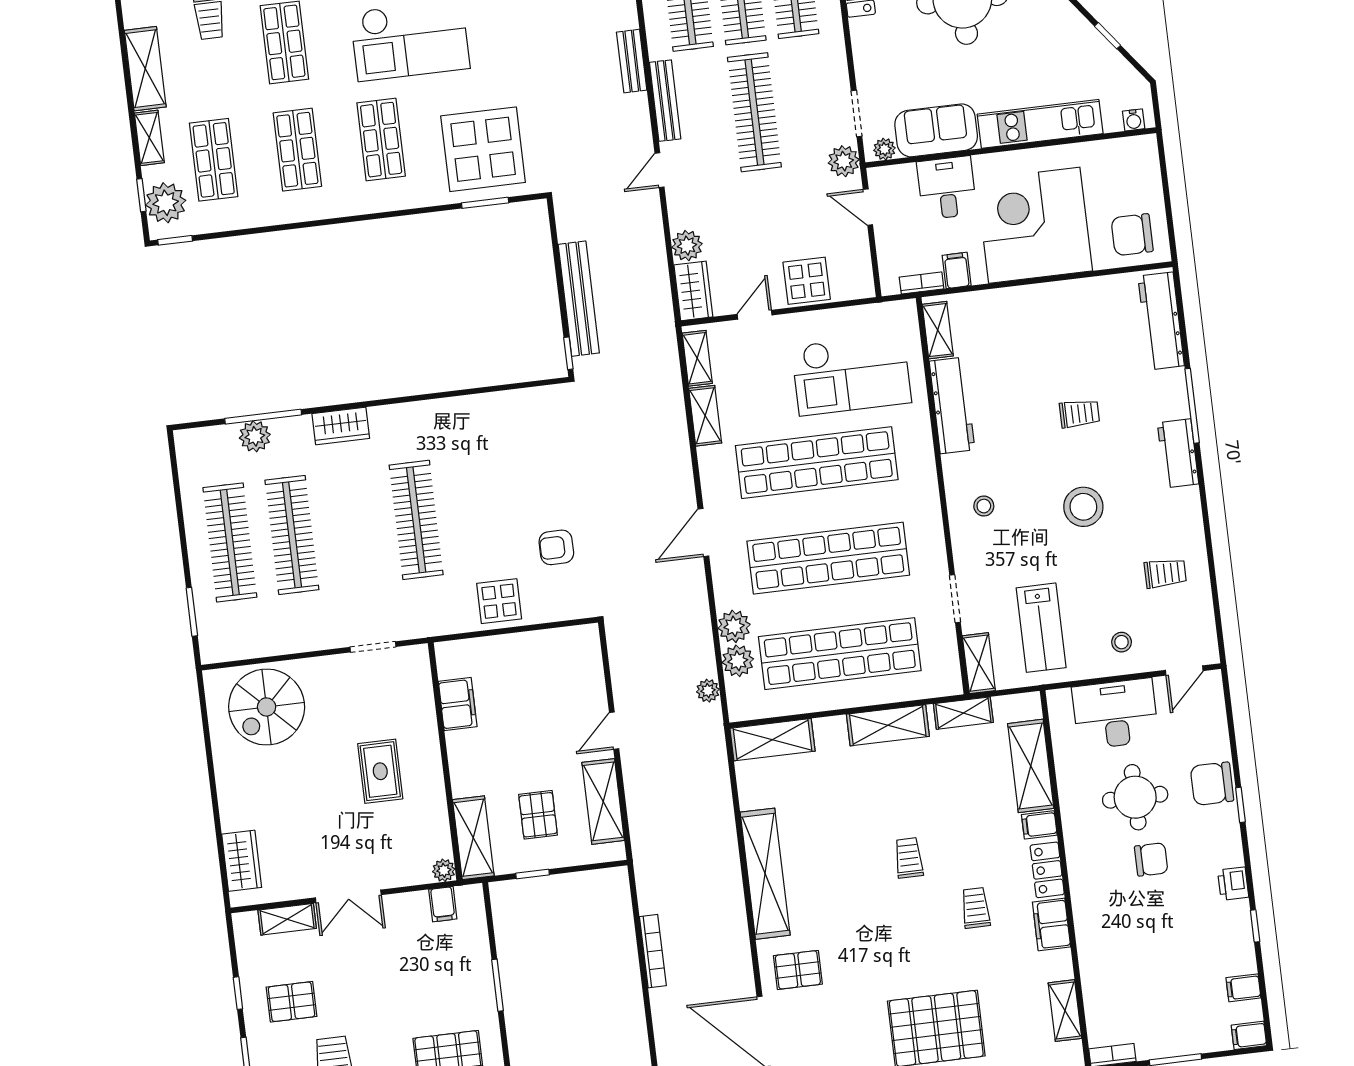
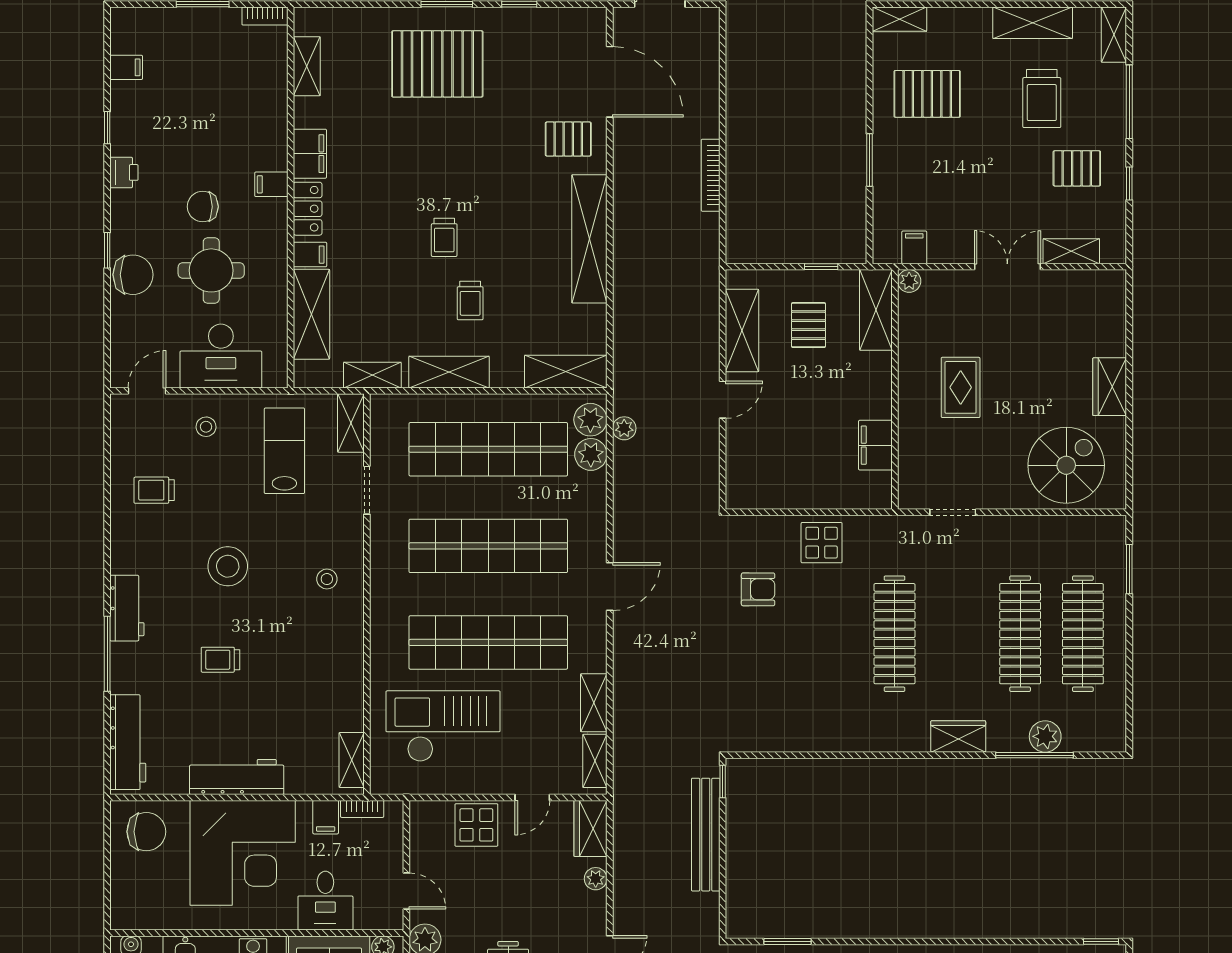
plant: (687, 246) -> (596, 879), width x0.73, depth x0.73
workbench: (952, 405) -> (237, 777), moved, turned 90
plant: (734, 626) -> (590, 420), moved
wardrobe: (242, 861) -> (1110, 387), moved
trolley: (976, 908) -> (470, 301), moved
filing cabinet: (1249, 1035) -> (271, 184), moved, turned 180

